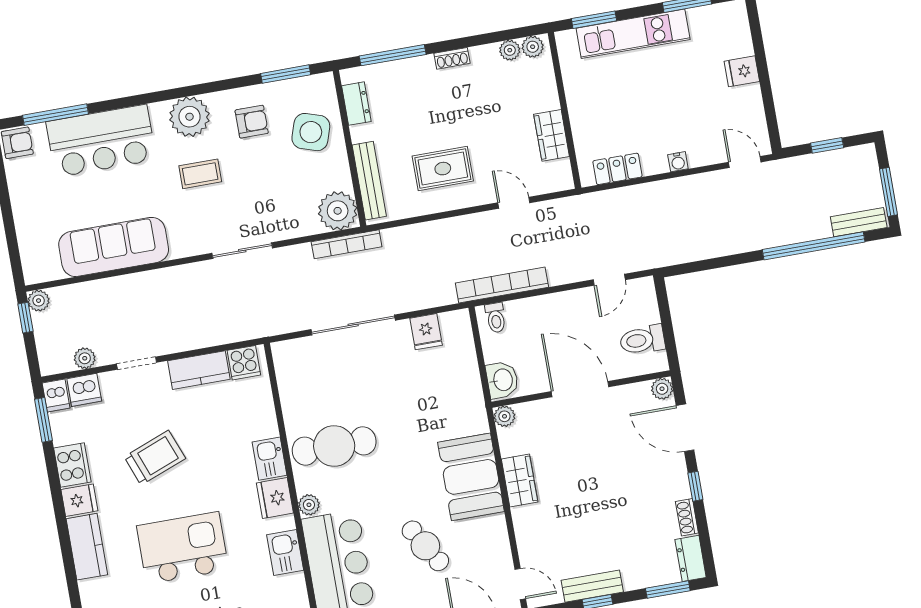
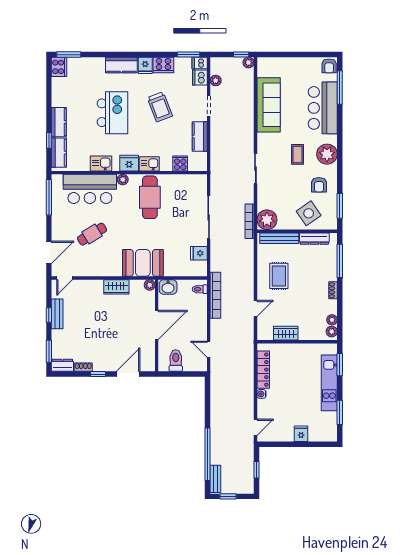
dresser: (356, 104) -> (314, 239), width x1.44
side table: (311, 132) -> (309, 213), turned 37
locker: (617, 169) -> (263, 370), width x1.53
window: (888, 192) -> (228, 496), width x0.67
cooker: (244, 363) -> (180, 163), moved, turned 90
plant: (662, 389) -> (150, 366), removed
booth: (471, 477) -> (143, 263), moved

